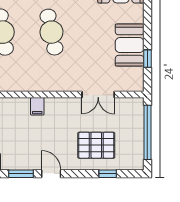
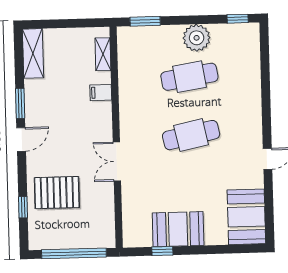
double door: (98, 95) -> (117, 162), moved
filing cabinet: (37, 106) -> (101, 93), moved
pallet: (96, 145) -> (57, 193), turned 90

